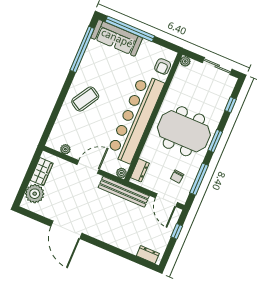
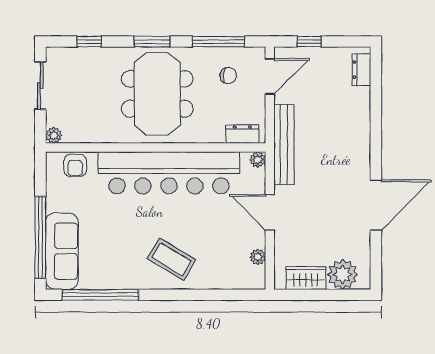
armchair: (163, 66) -> (75, 165), turned 90

